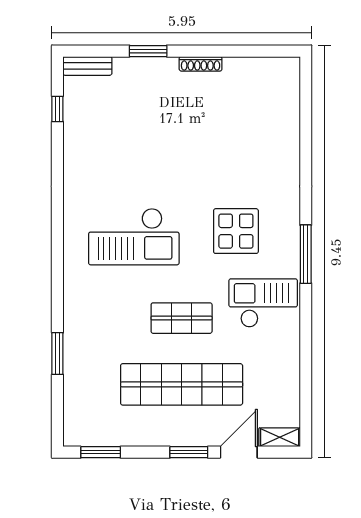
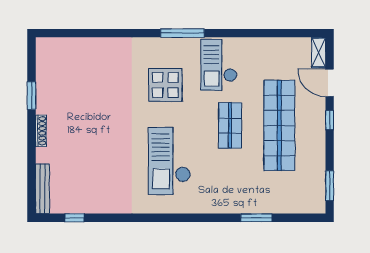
window: (148, 51) -> (32, 95), moved
shoe rack: (201, 64) -> (41, 131), moved
bench: (87, 66) -> (43, 189), width x1.36
checkout: (134, 237) -> (169, 161), turned 180
window: (189, 452) -> (330, 120), width x0.67

